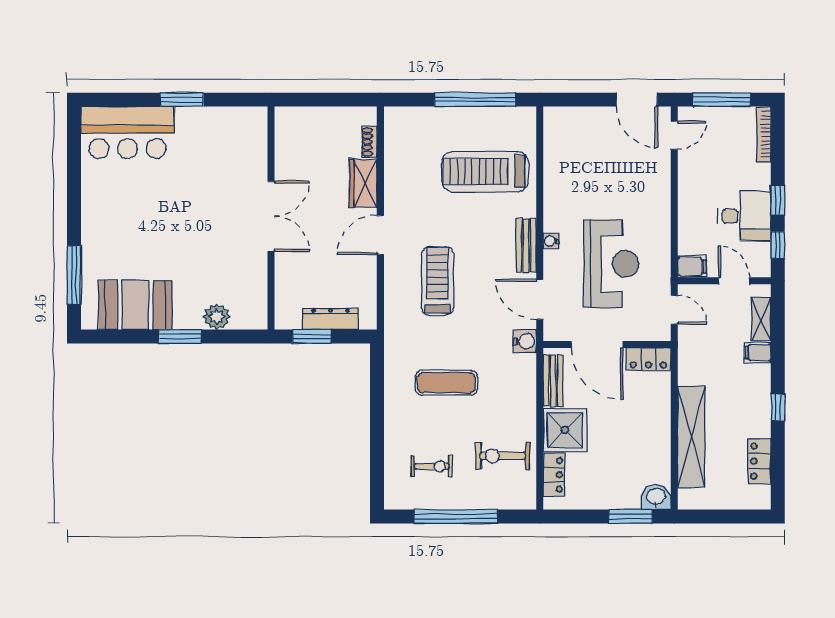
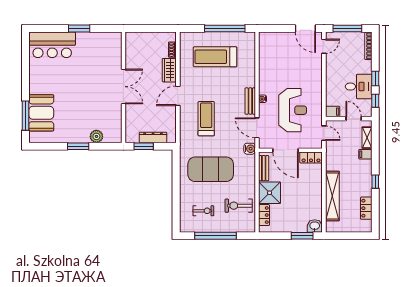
treadmill: (485, 172) -> (215, 57), moved
booth: (135, 305) -> (41, 113), moved, turned 90
exercise mat: (446, 383) -> (211, 169), width x2.00, depth x1.45

